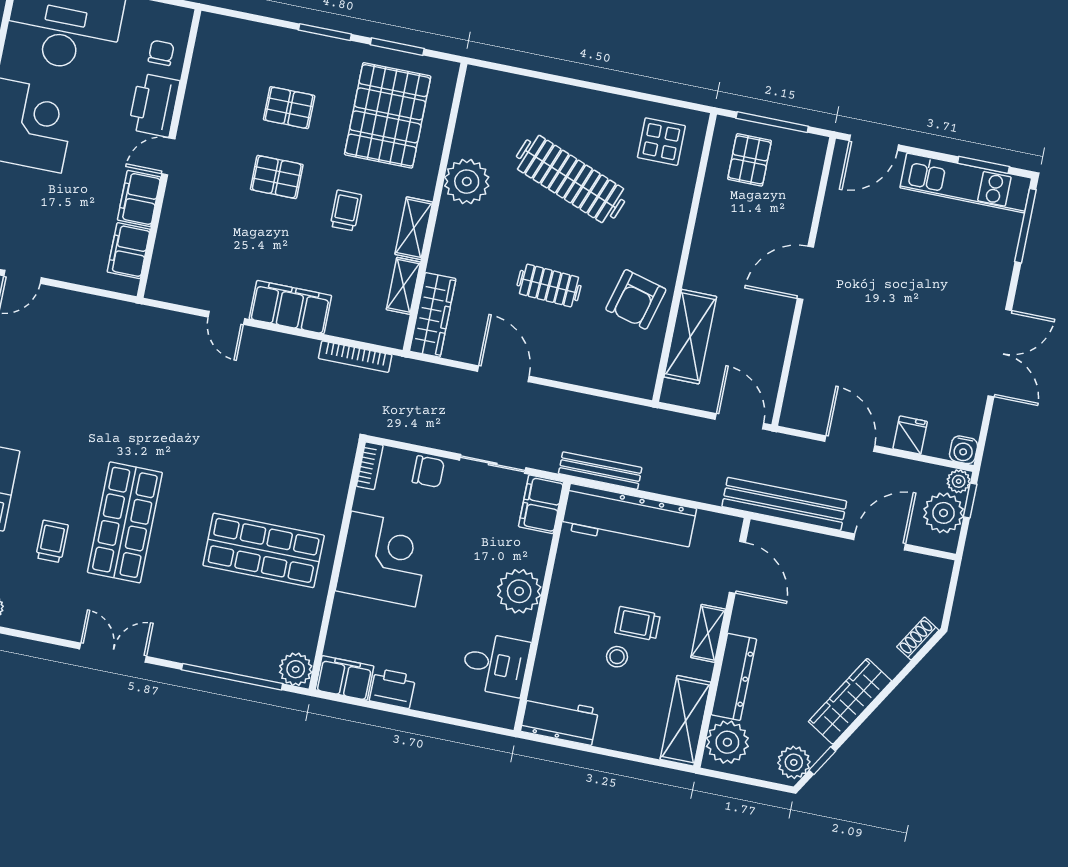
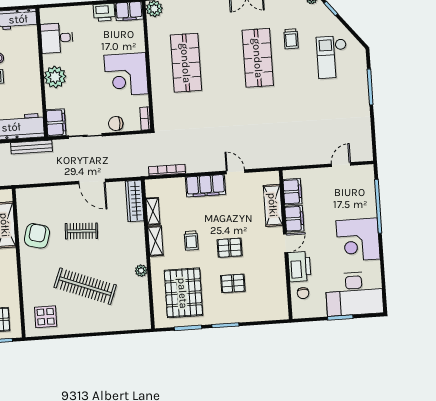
plant: (467, 182) -> (141, 271), width x0.53, depth x0.53
shelving: (173, 235) -> (273, 205), added
shop shelf: (264, 550) -> (186, 63), turned 90

